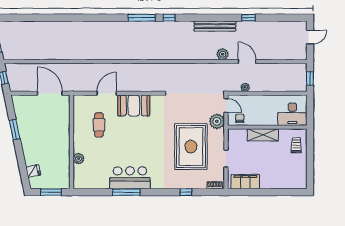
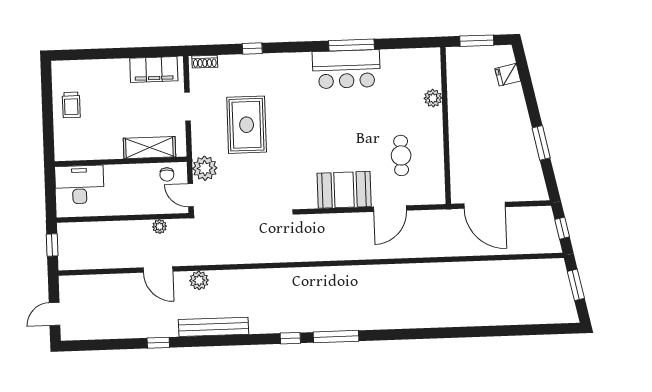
shelving: (263, 135) -> (149, 148), moved
trolley: (296, 145) -> (71, 105), moved
rug: (191, 147) -> (247, 125), width x0.73, depth x0.69

